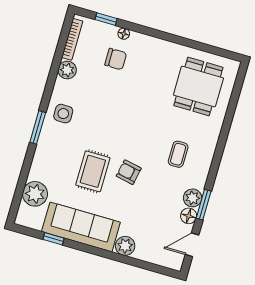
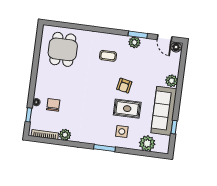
dining table: (198, 86) -> (63, 49), turned 90
side table: (63, 114) -> (122, 132), moved
floor lamp: (189, 216) -> (176, 47), moved

